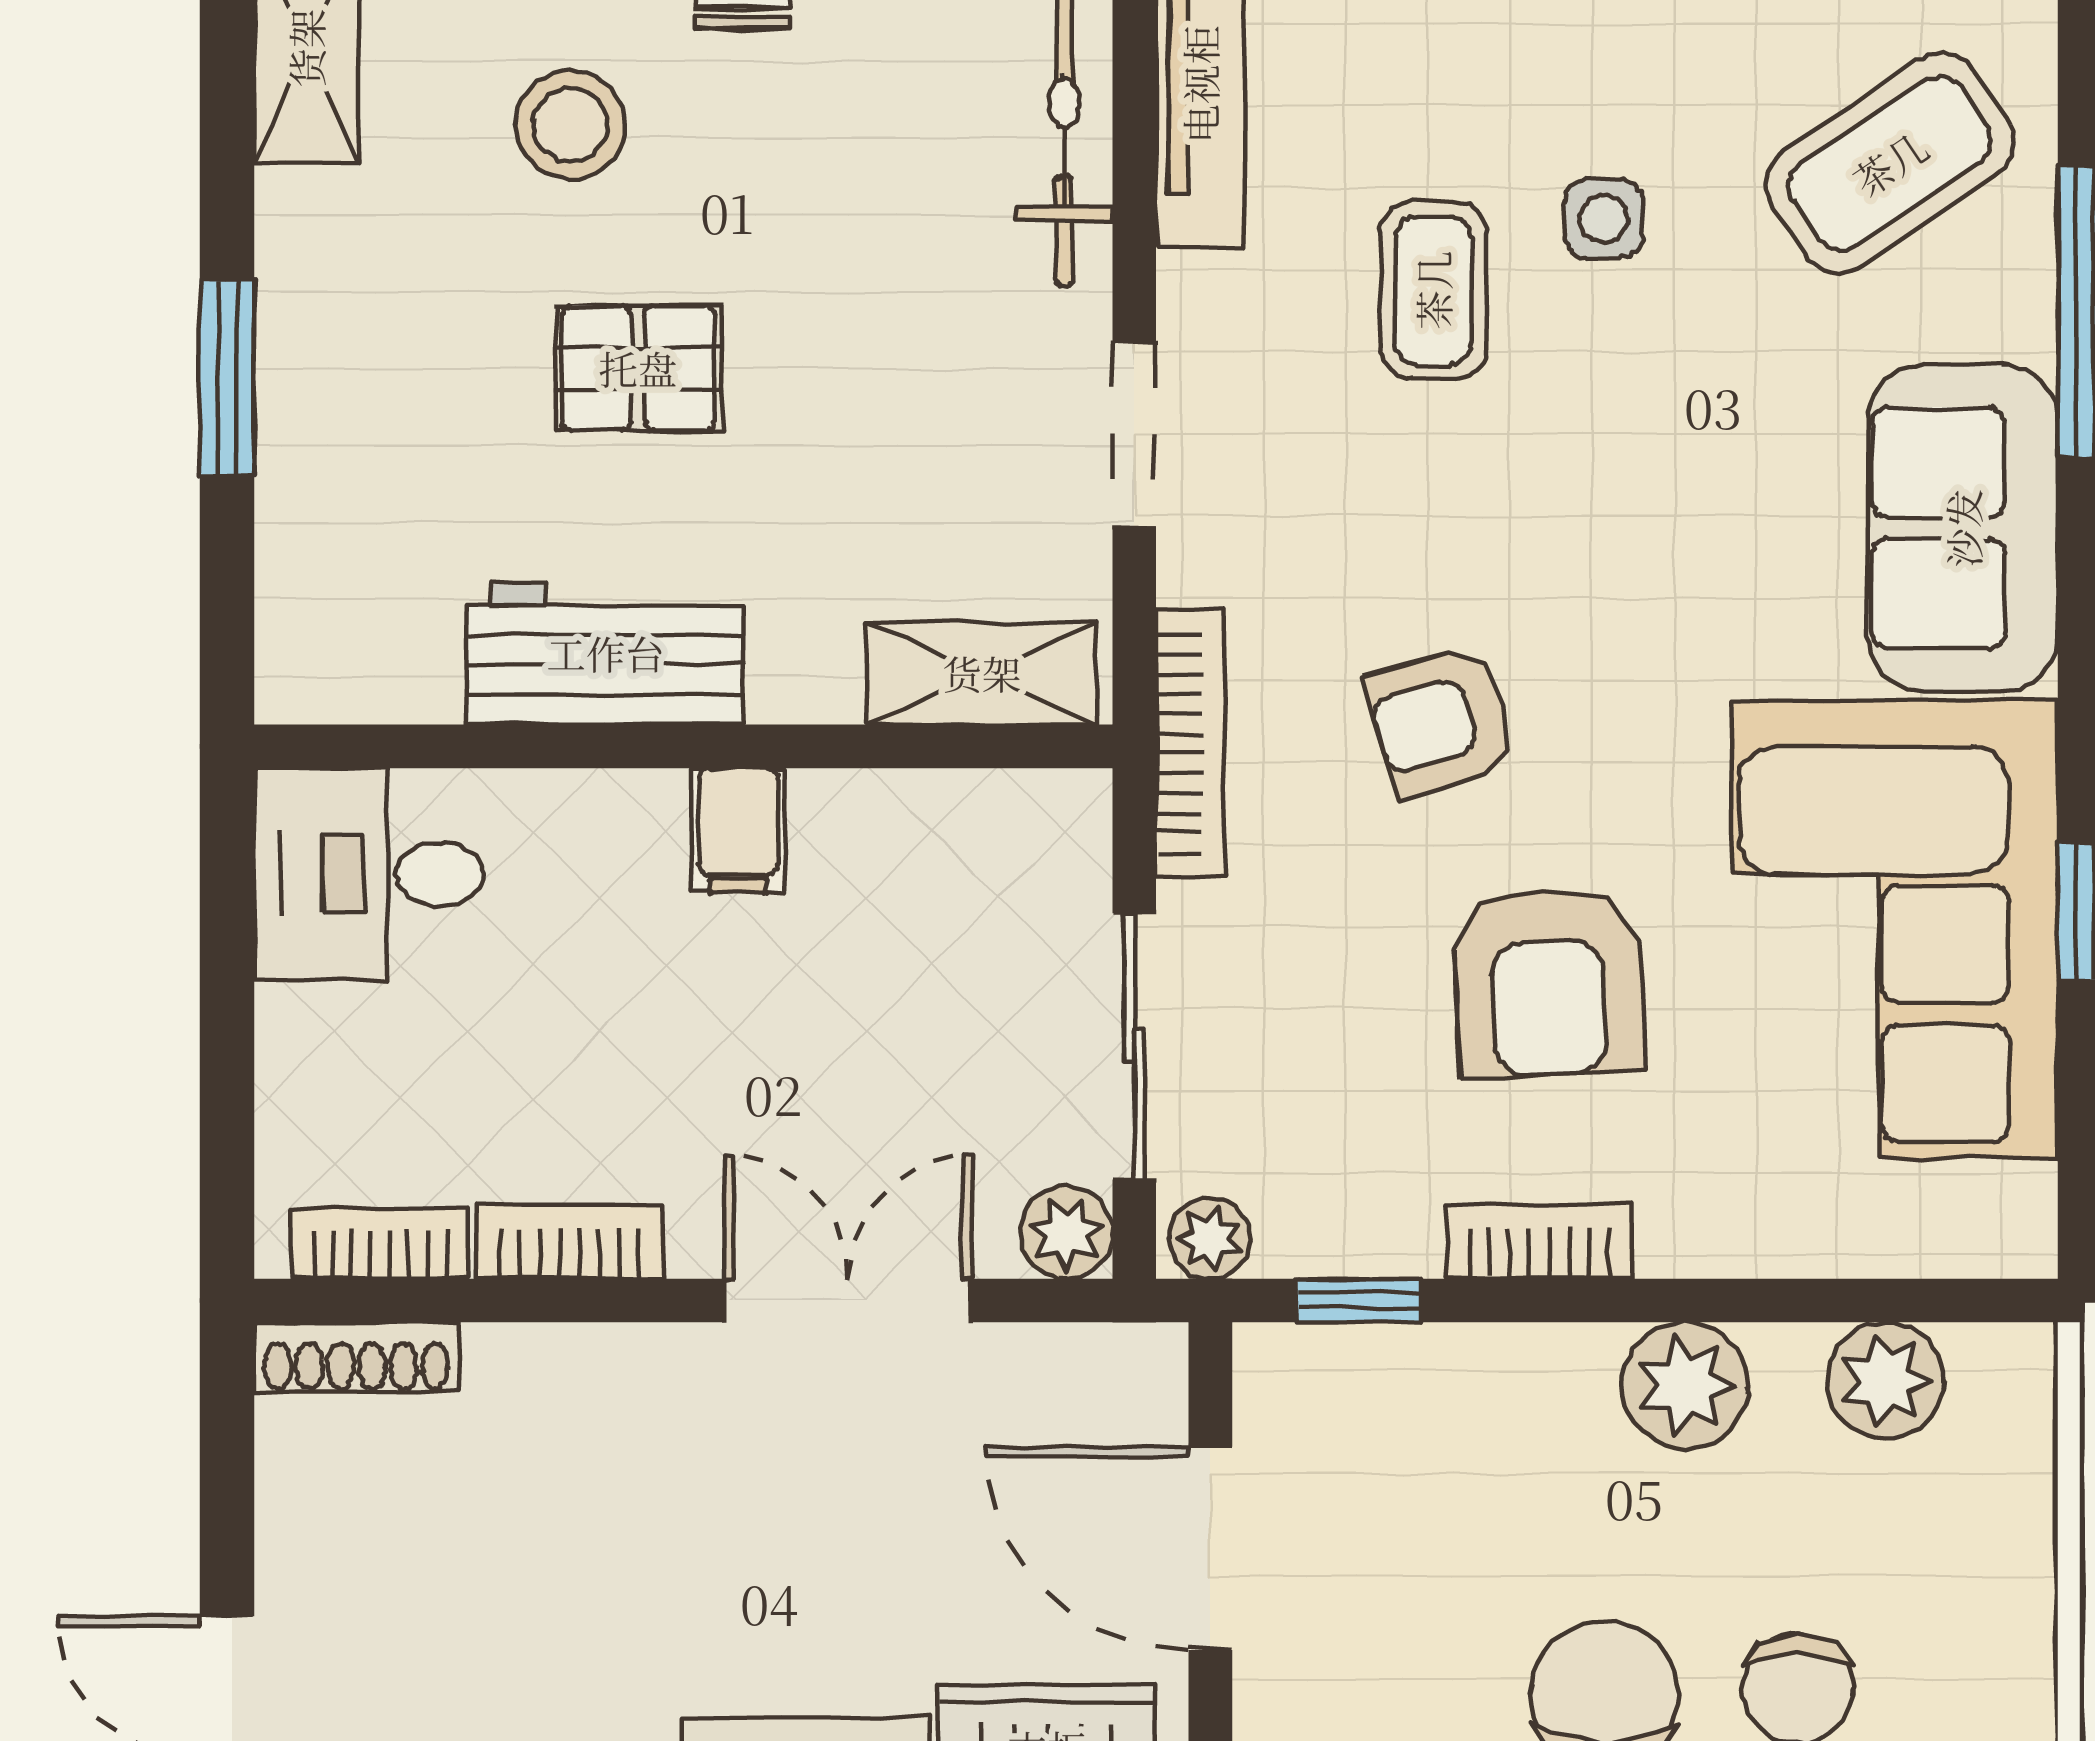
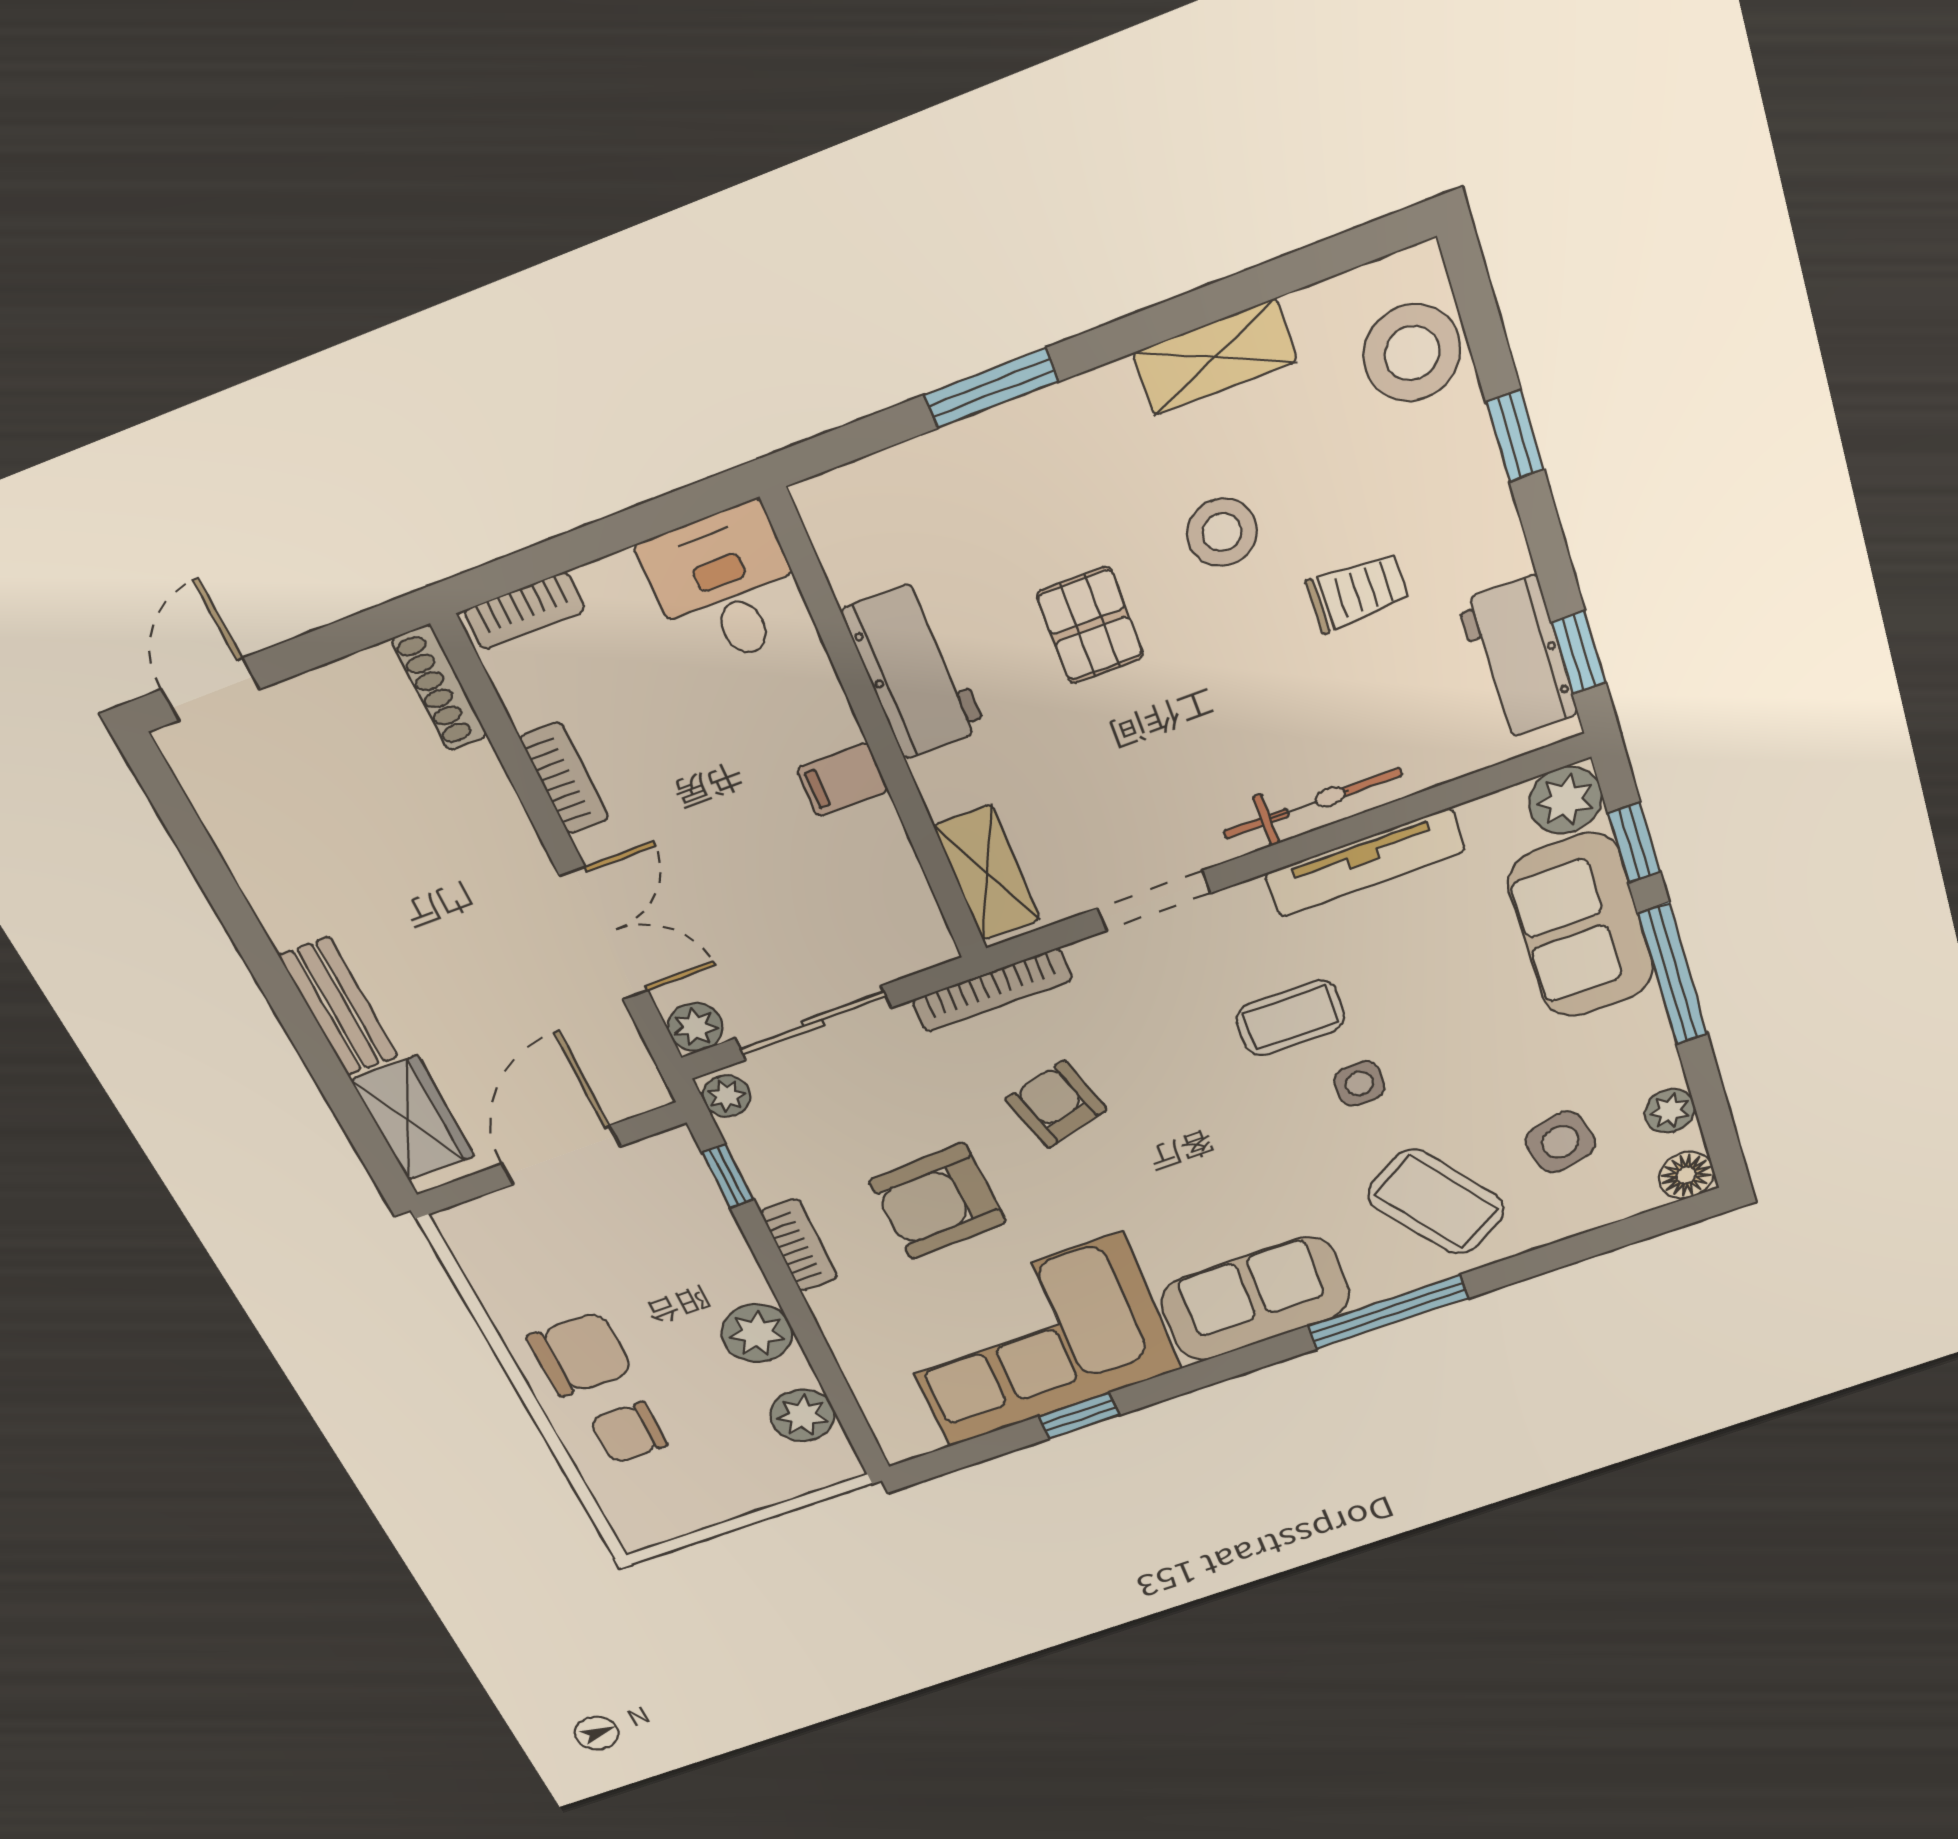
bookcase: (380, 1243) -> (525, 611), moved, turned 90

